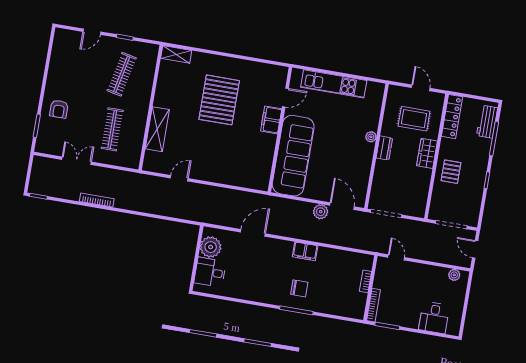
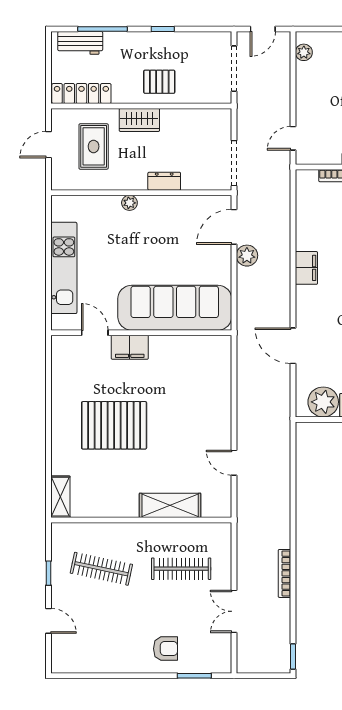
dresser: (384, 148) -> (164, 181), moved

